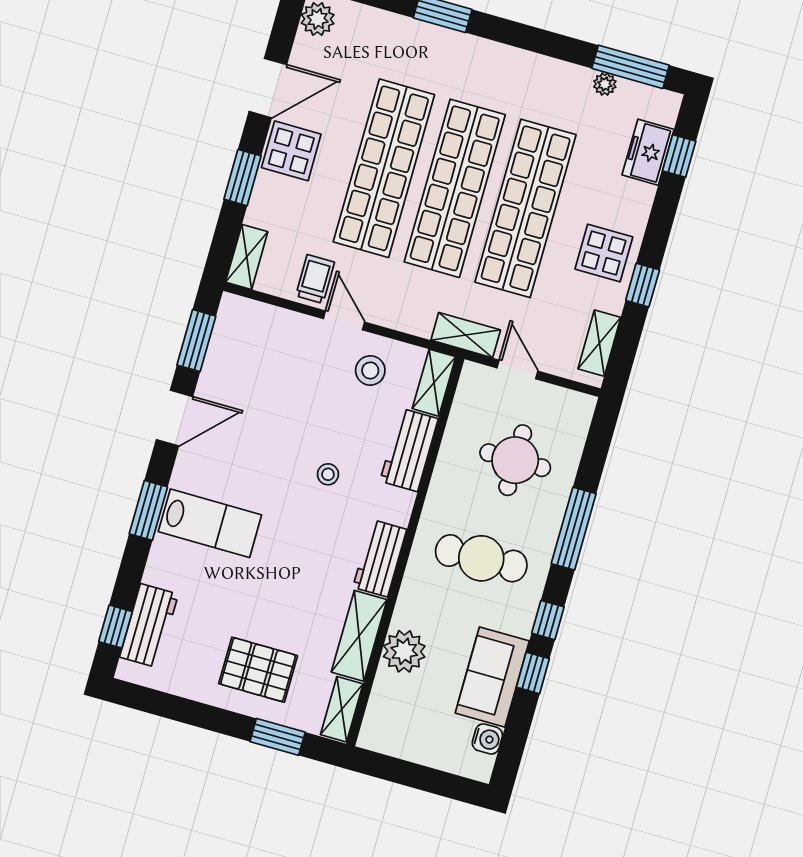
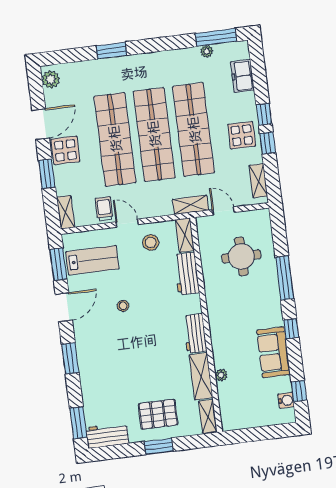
window: (679, 156) -> (264, 114), moved
stool: (328, 474) -> (123, 306), moved
lab bench: (210, 523) -> (92, 260), moved
cafe table: (481, 558) -> (245, 312), removed
workbench: (149, 626) -> (107, 436), moved, turned -90
window: (115, 627) -> (78, 423), width x1.50
plant: (404, 651) -> (221, 375), width x0.53, depth x0.53
window: (533, 673) -> (299, 391), moved
sofa: (492, 677) -> (273, 352), moved
window: (278, 737) -> (159, 446), moved

